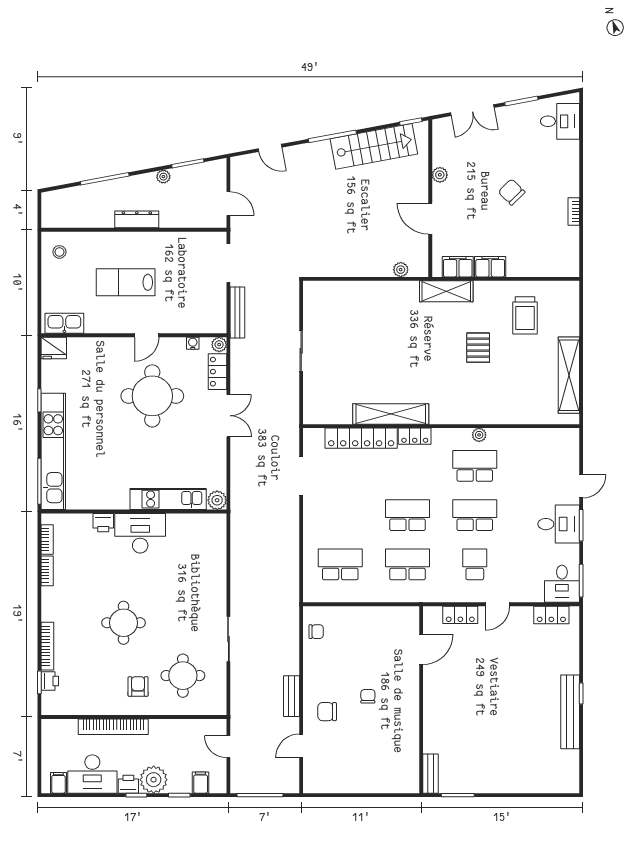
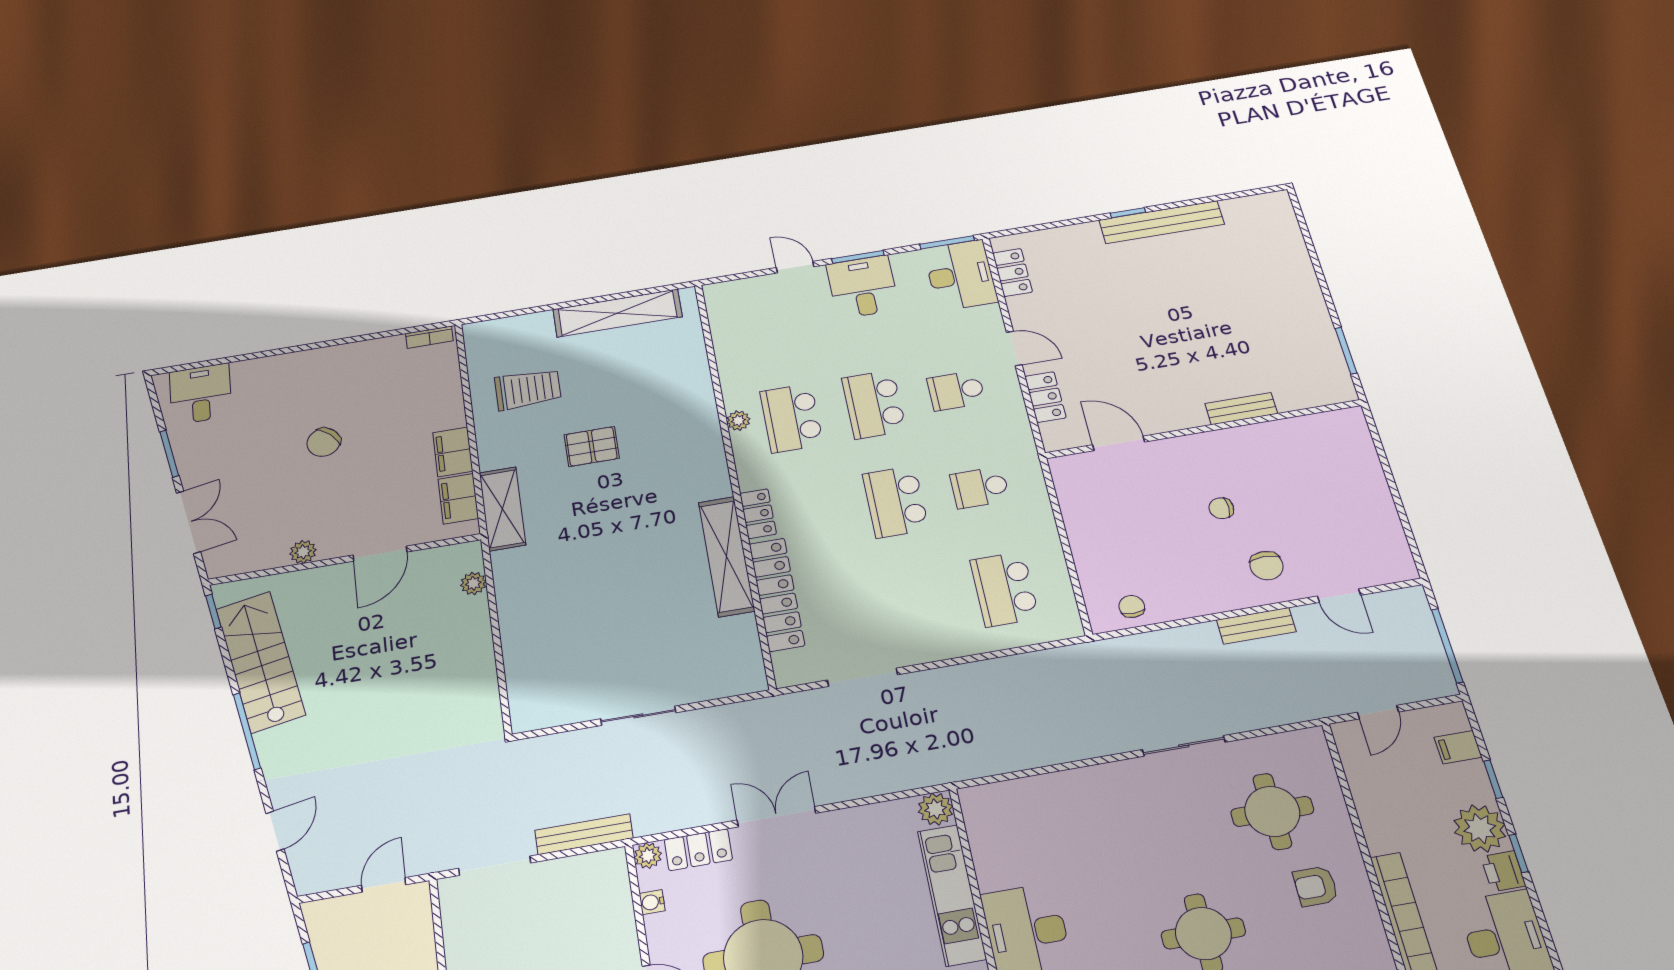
bookcase: (574, 211) -> (429, 337), moved
school desk: (407, 564) -> (980, 488), width x0.54
desk: (562, 584) -> (961, 275), width x1.37
bench: (430, 774) -> (1241, 409), moved

